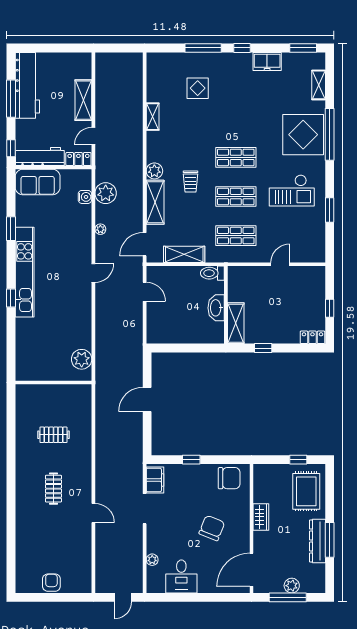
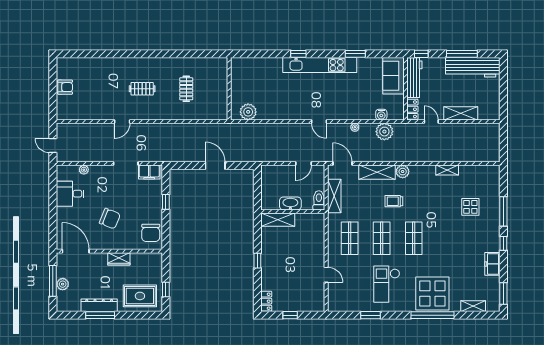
toilet: (212, 273) -> (319, 200), moved
wall: (226, 305) -> (293, 211), moved
washbasin: (216, 308) -> (290, 203), moved
shelving: (236, 323) -> (278, 220), moved

